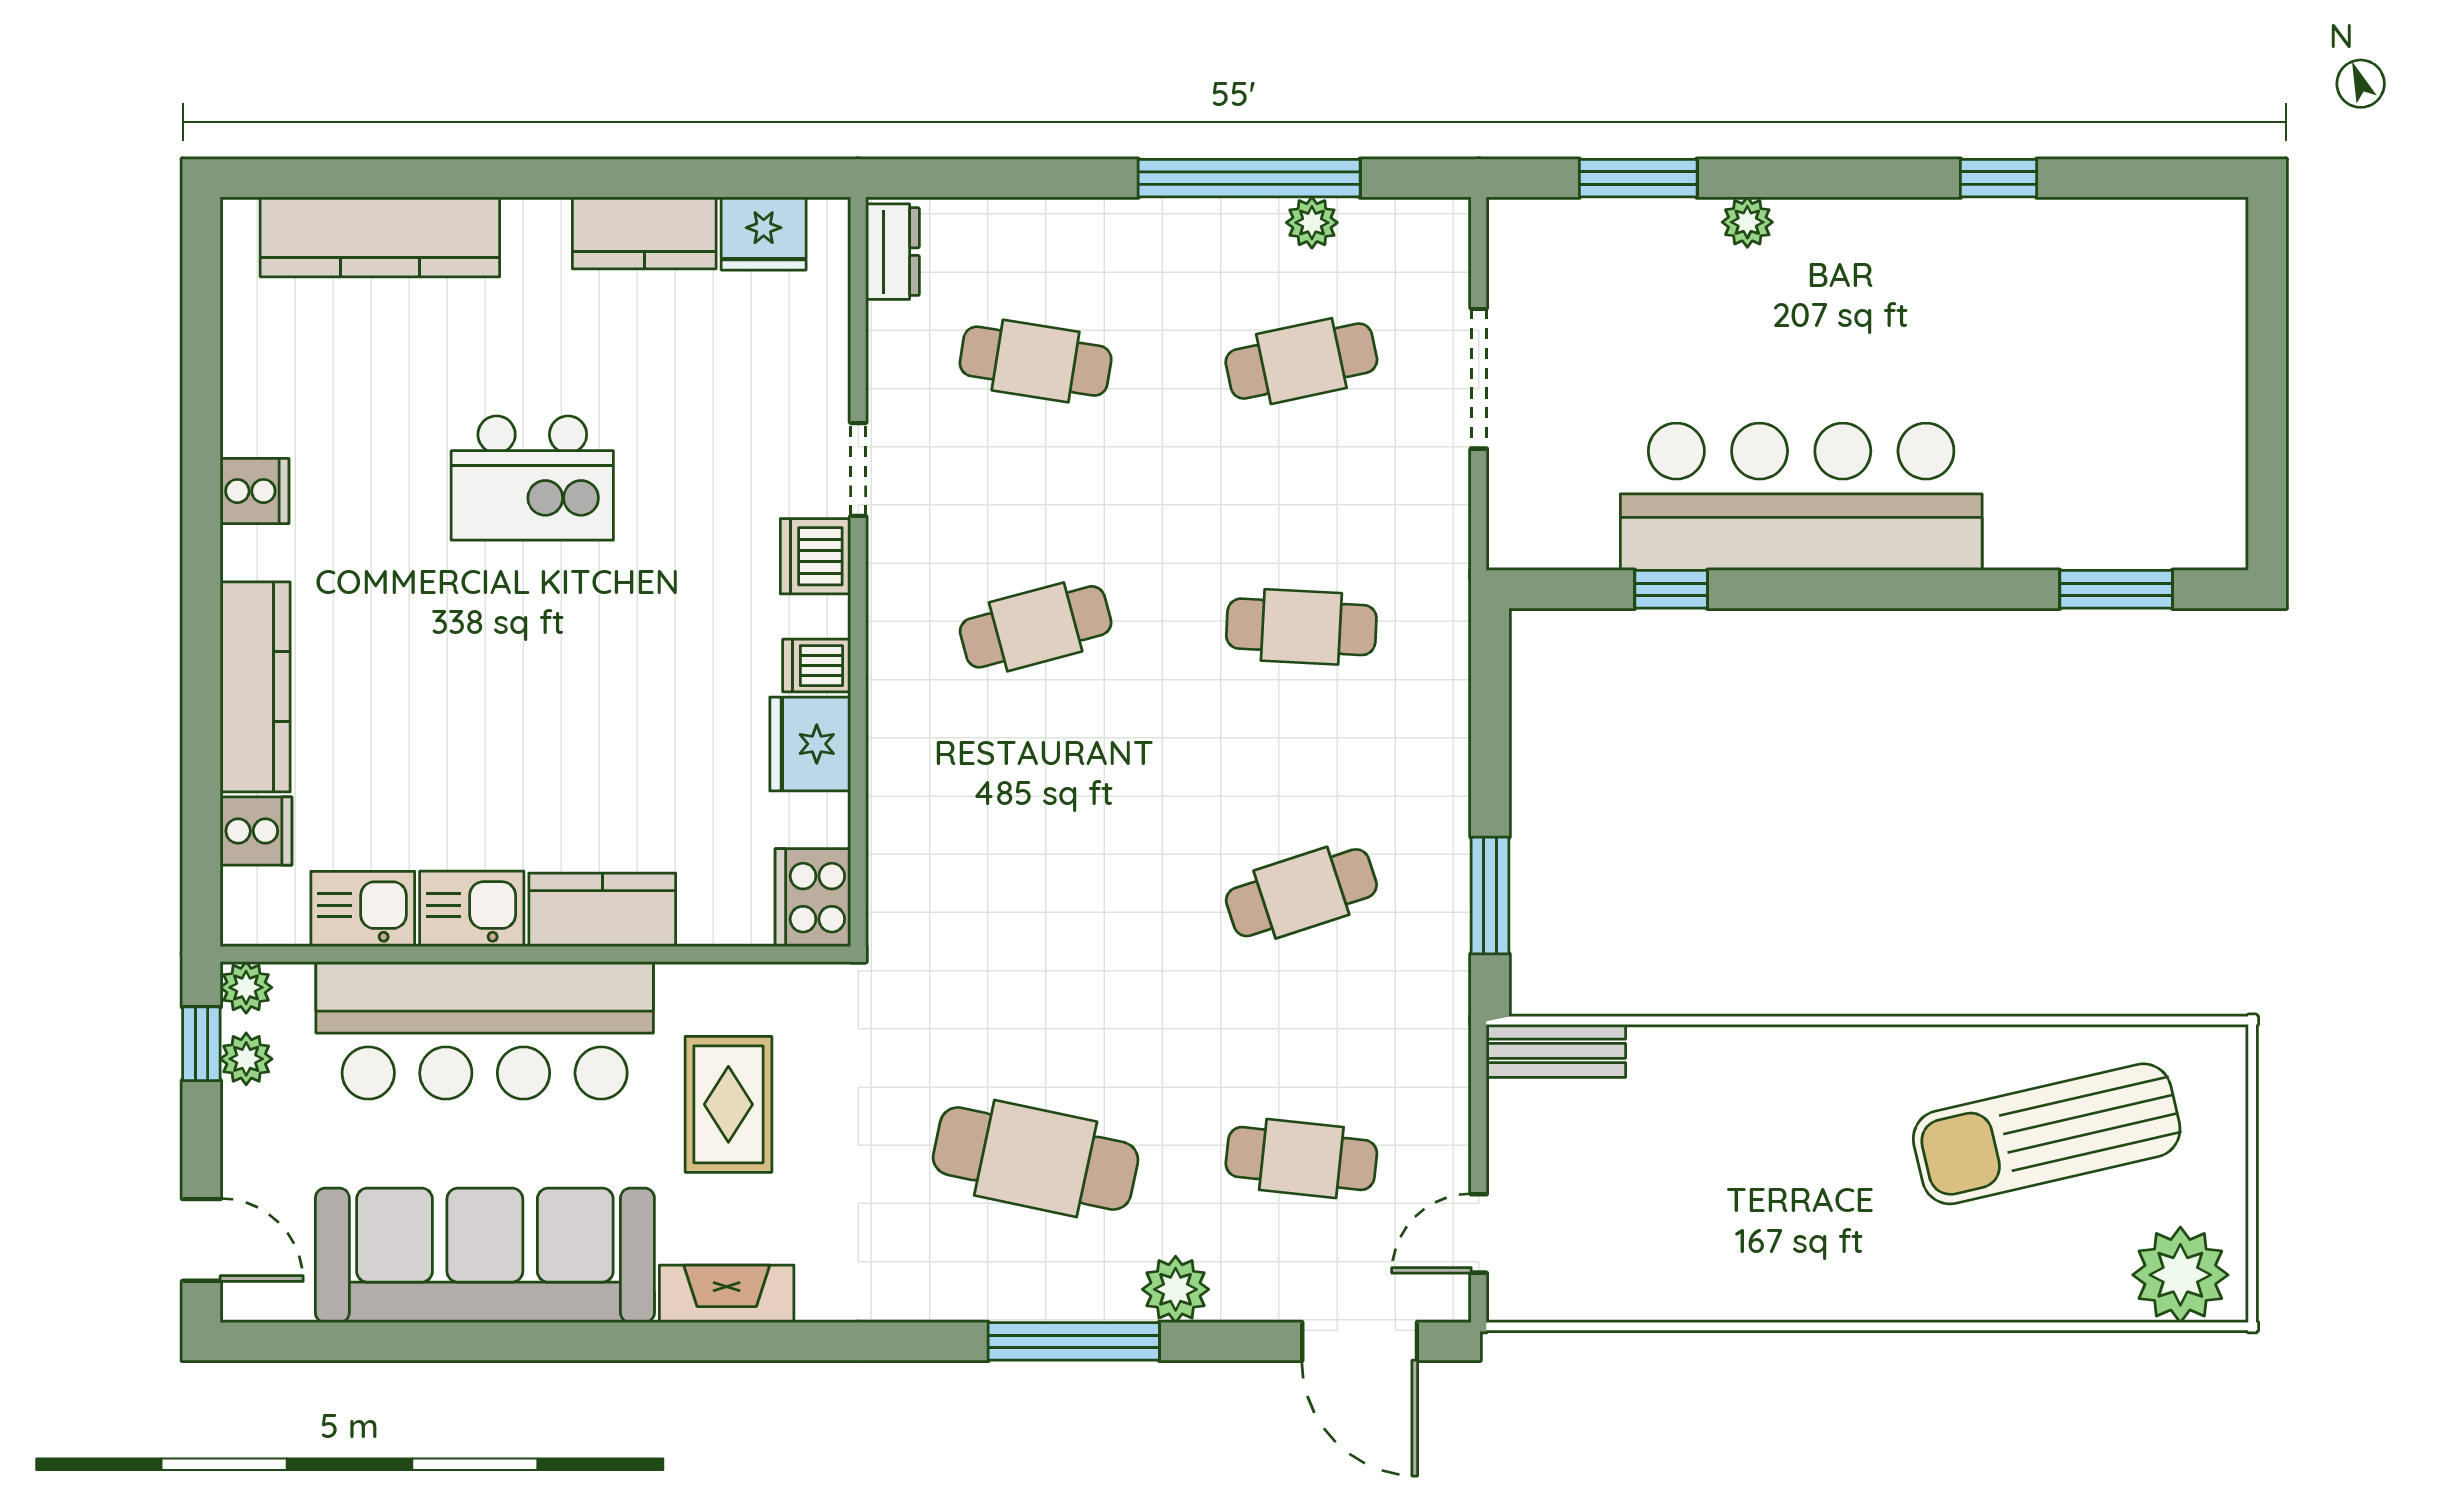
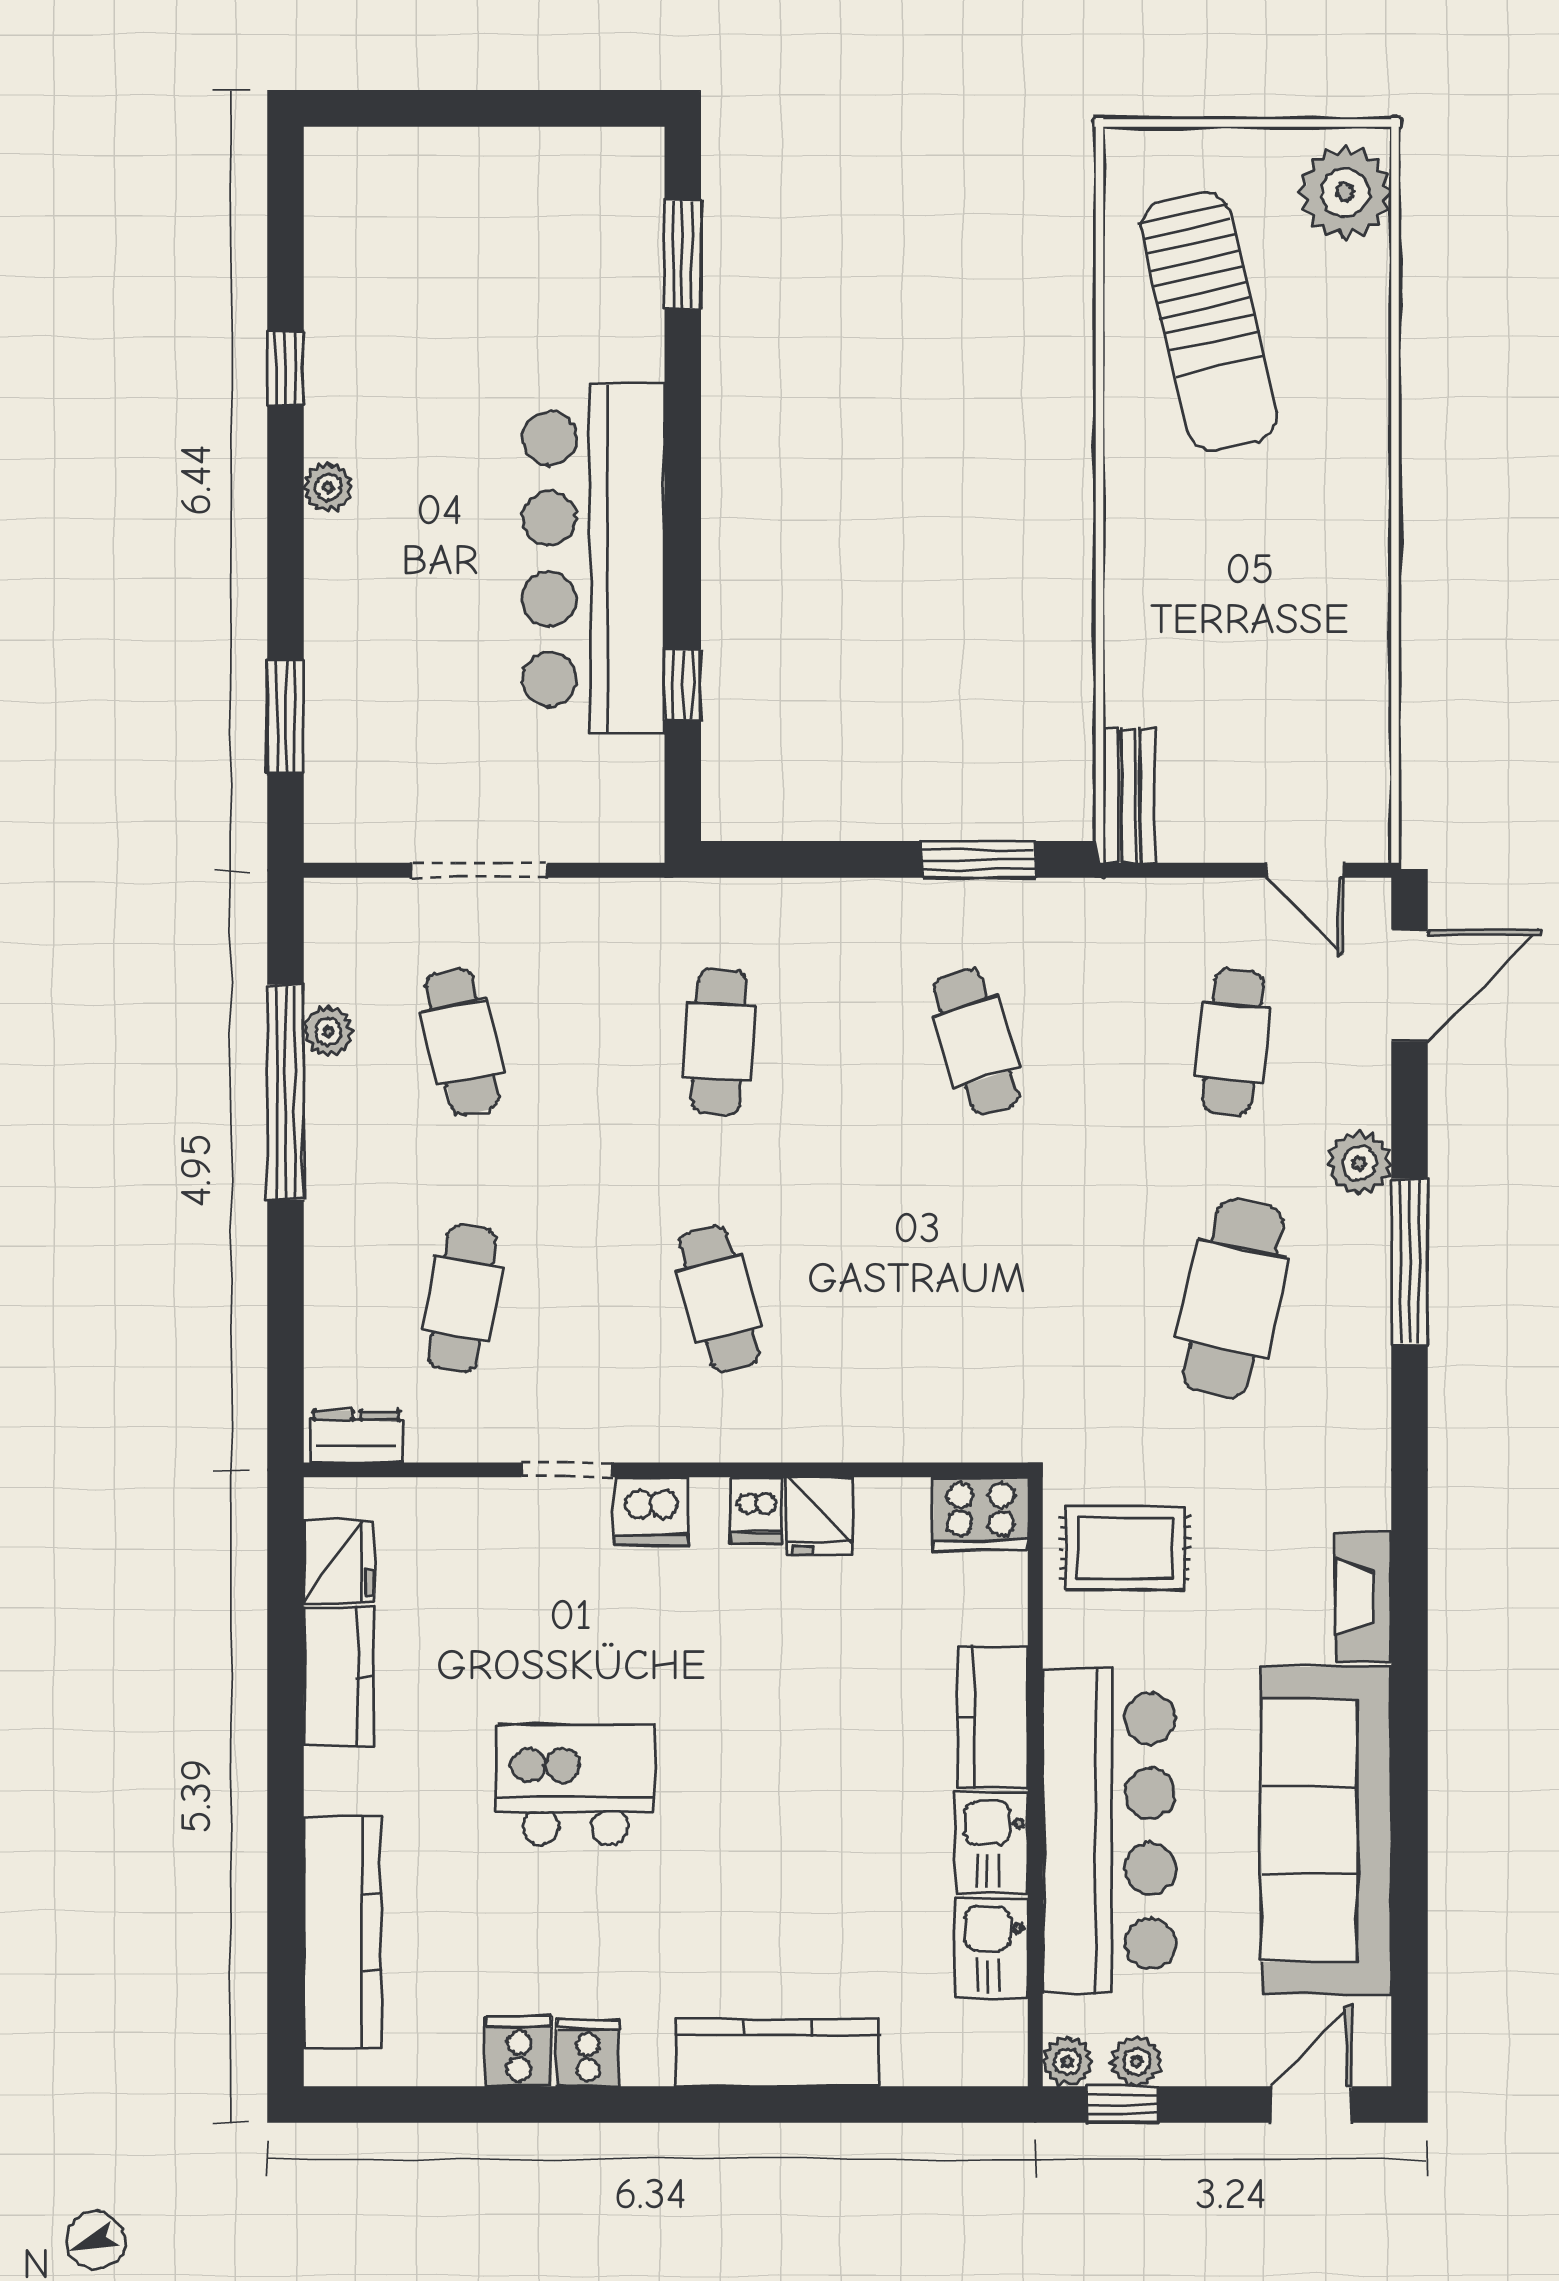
plant: (1747, 222) -> (328, 487), moved
kitchen island: (532, 478) -> (575, 1785), turned -90
fridge: (810, 744) -> (820, 1516), width x0.72
cooker: (256, 831) -> (519, 2052), moved
rug: (728, 1104) -> (1125, 1548), moved

